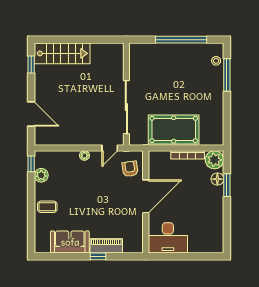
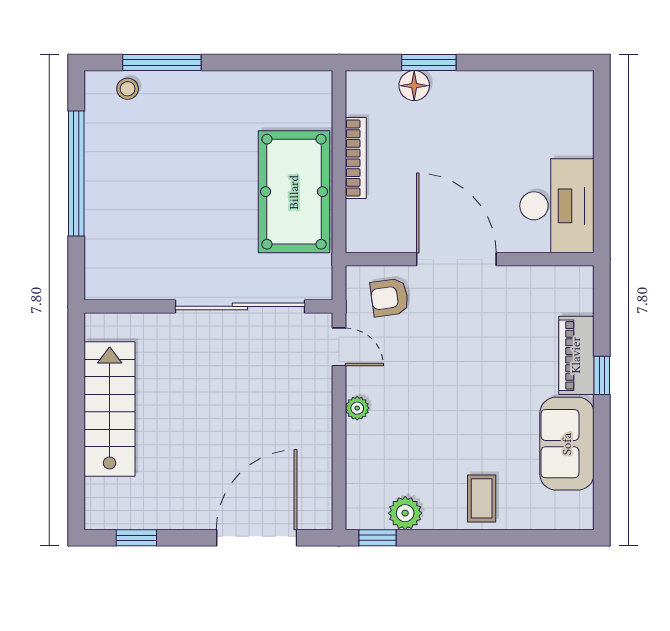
stairs: (62, 53) -> (110, 409), moved
door: (31, 114) -> (257, 538), width x1.36
plant: (214, 160) -> (368, 93), removed

